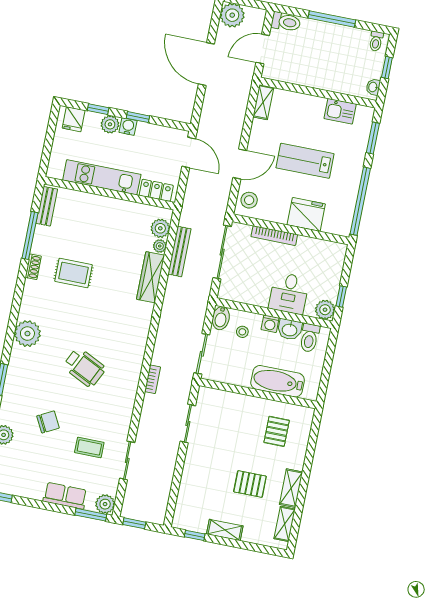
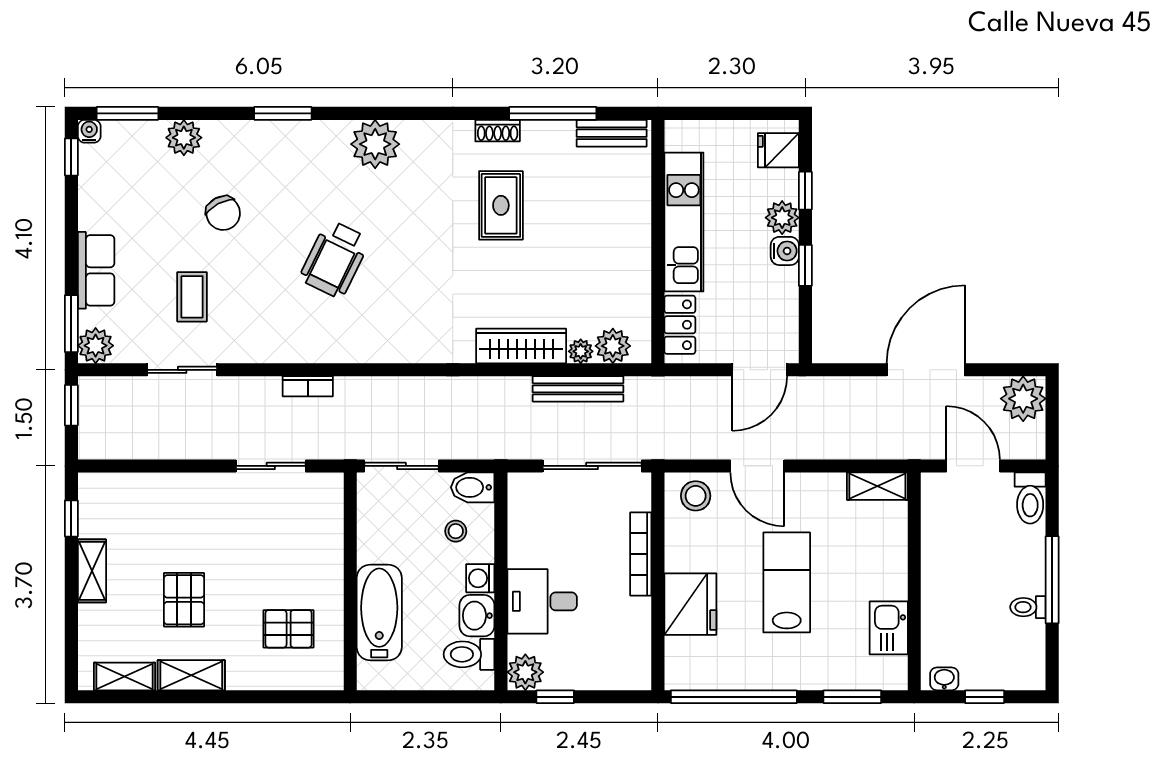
toilet: (376, 41) -> (1028, 607), moved
bookcase: (153, 379) -> (308, 386), moved

